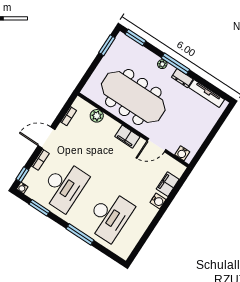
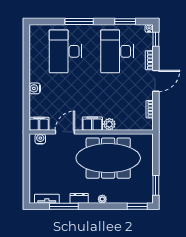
window: (176, 64) -> (64, 206), moved
tv unit: (207, 94) -> (47, 199), width x0.71
plant: (97, 116) -> (109, 124), moved
filing cabinet: (168, 184) -> (39, 124), moved, turned -90

